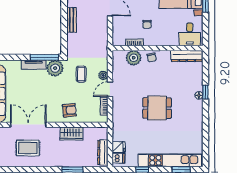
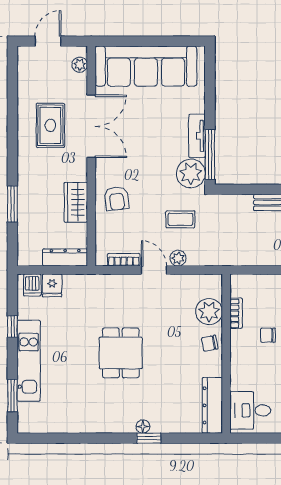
dresser: (103, 153) -> (65, 257), moved
kitchen unit: (170, 160) -> (29, 361), width x0.73

